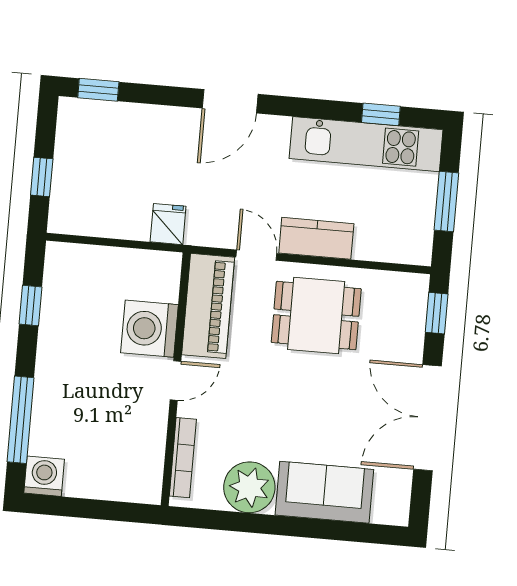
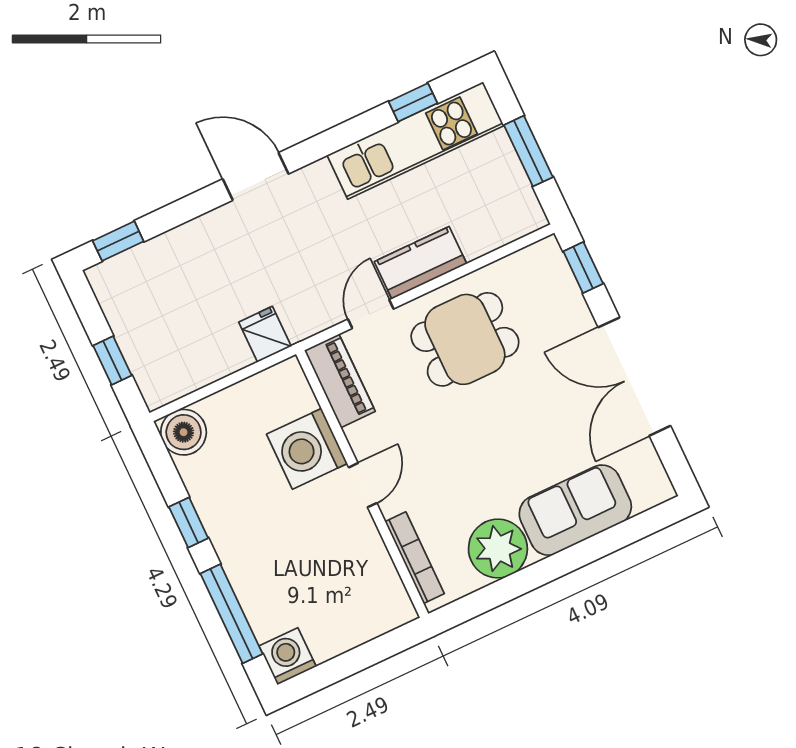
door: (230, 101) -> (256, 176), swing flipped
door: (256, 255) -> (371, 314), hinge flipped
boiler: (64, 262) -> (184, 432), added
window: (30, 305) -> (189, 523), moved
piano: (208, 306) -> (340, 381), width x0.73, depth x0.75

